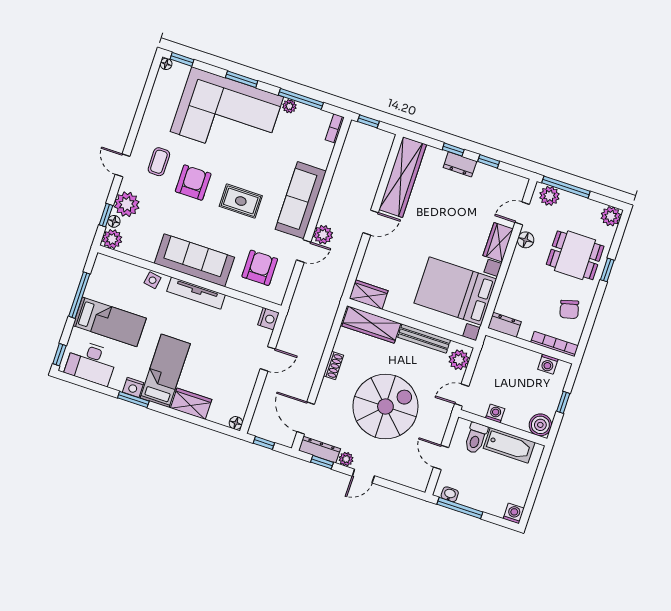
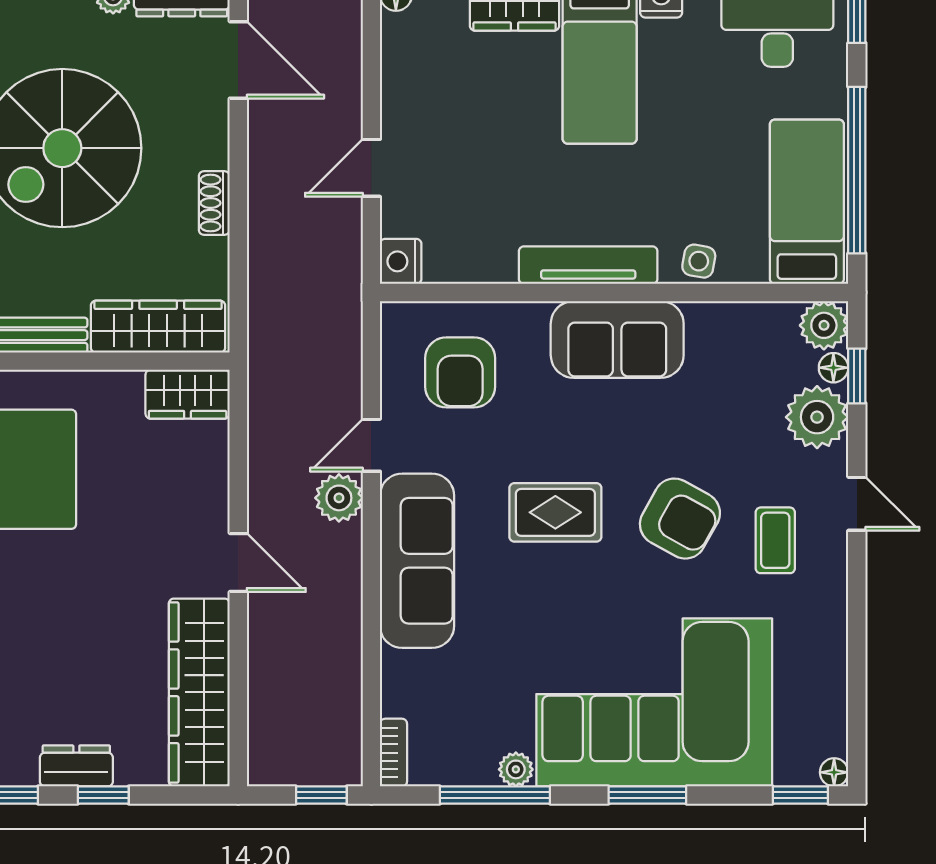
armchair: (193, 183) -> (680, 519), turned -61
door: (371, 223) -> (238, 562), swing flipped
sofa: (194, 260) -> (617, 339), width x0.73
window: (79, 295) -> (857, 170), width x1.46
bed: (110, 322) -> (807, 202), moved, turned 90

